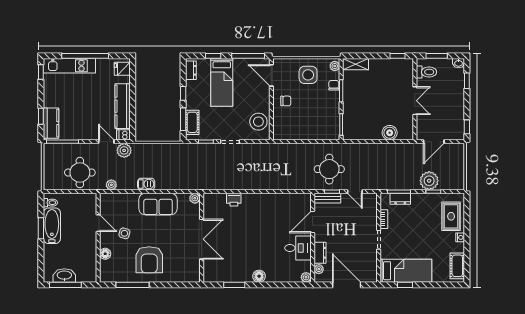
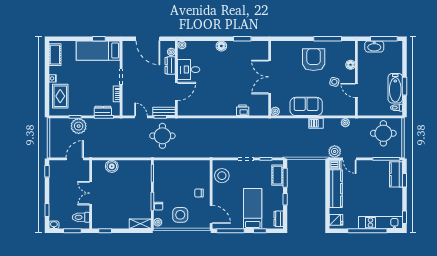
round table: (80, 173) -> (383, 133), moved
washbasin: (64, 275) -> (374, 47), moved

